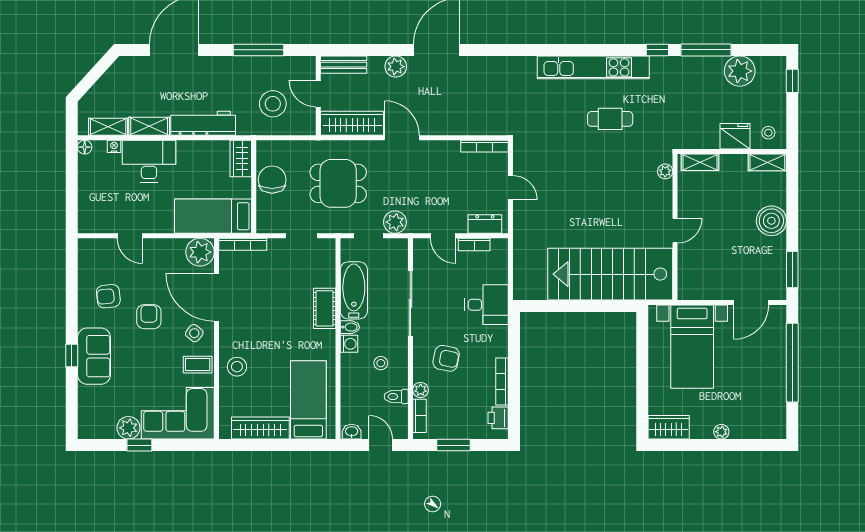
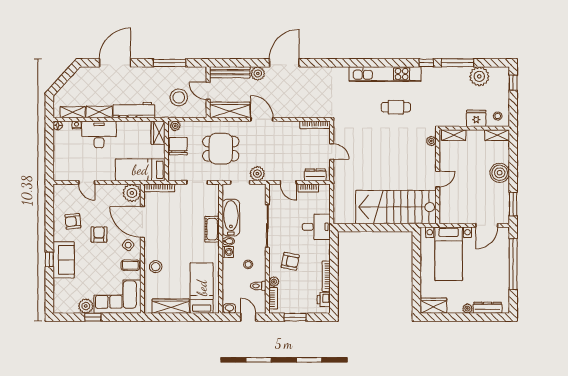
bench: (344, 65) -> (230, 72), width x1.36
plant: (267, 148) -> (175, 126), added
dresser: (753, 431) -> (488, 308), added

